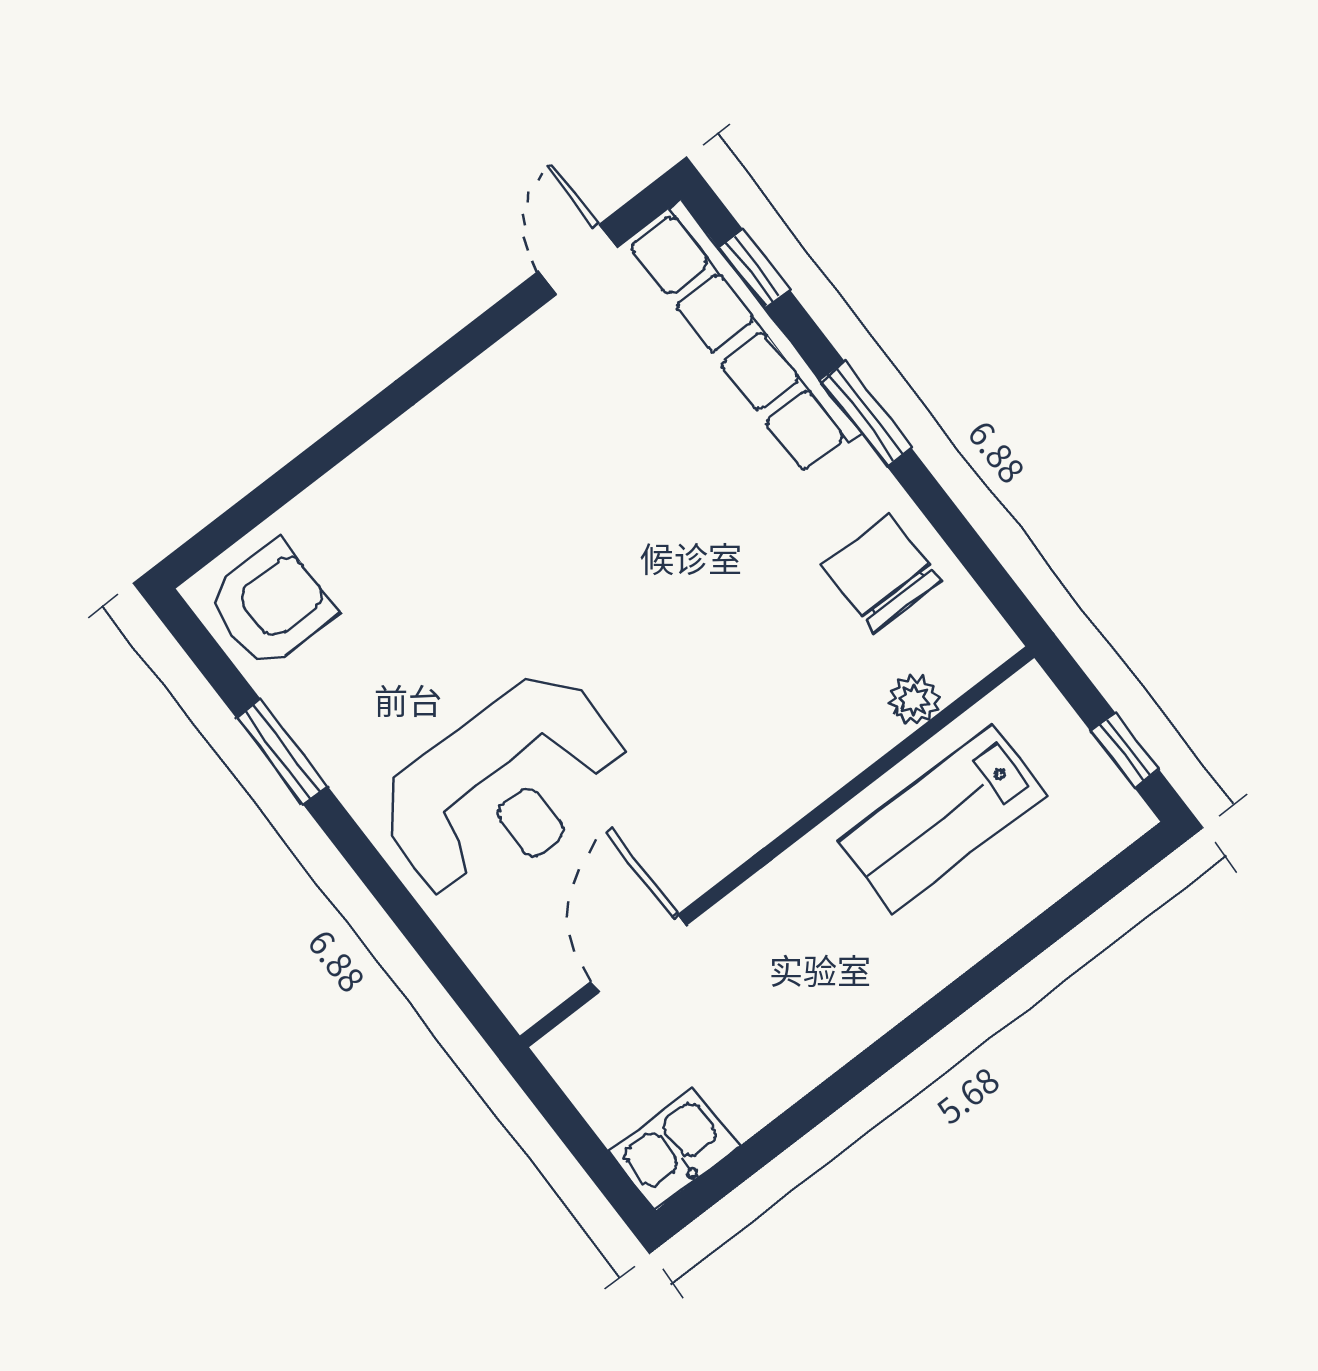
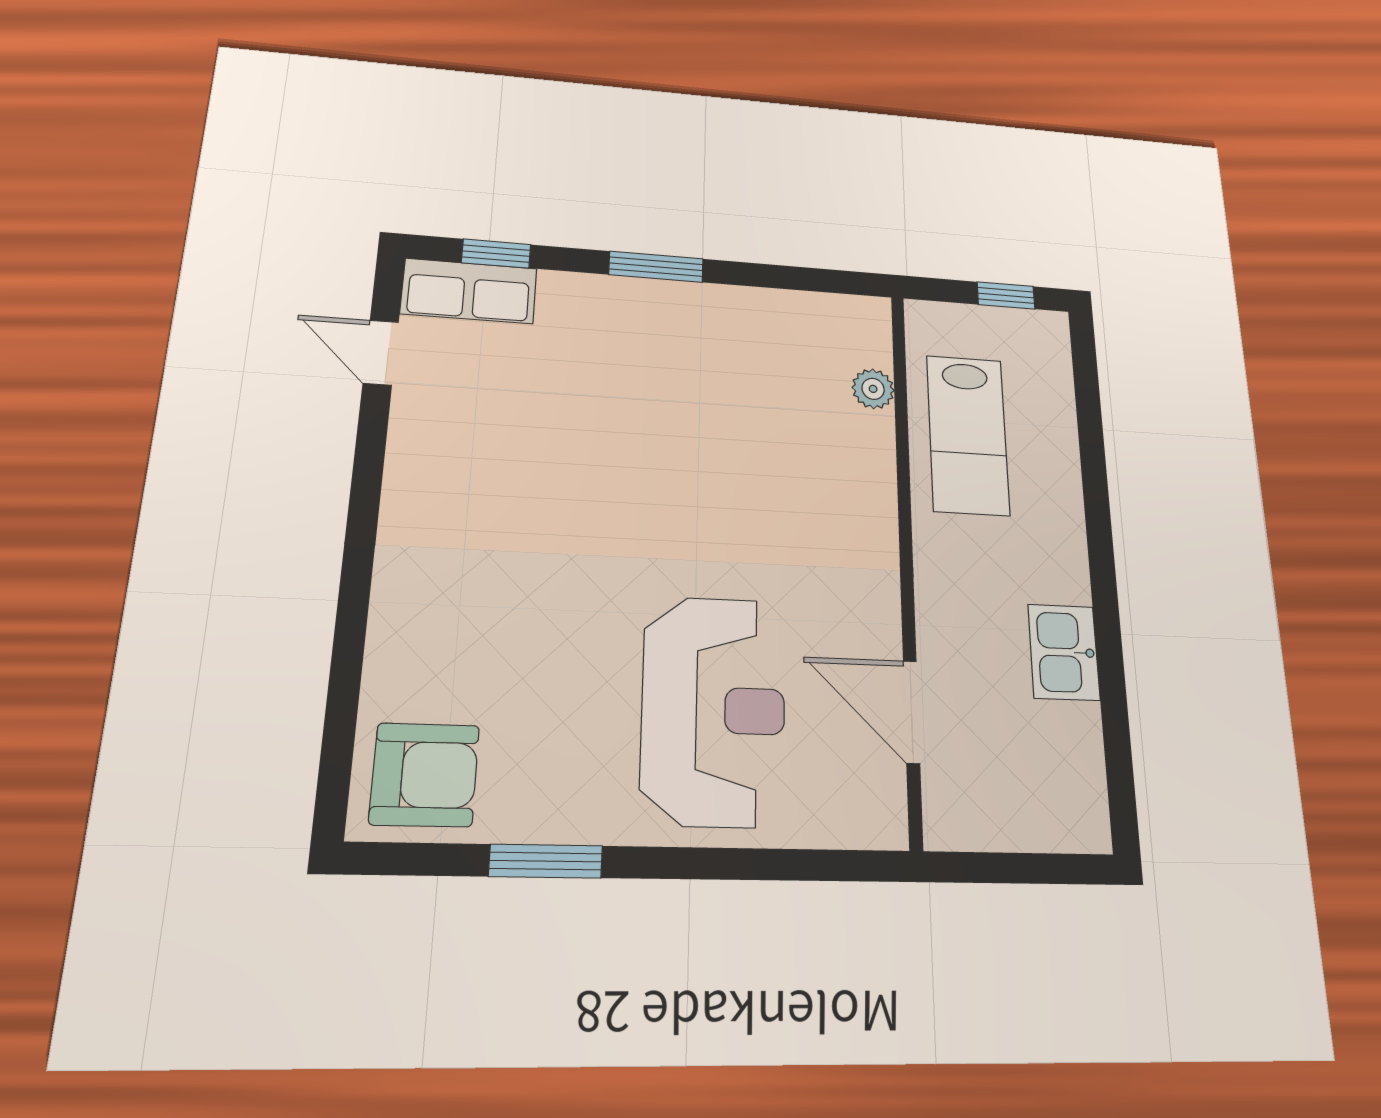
row of seats: (743, 338) -> (469, 291), width x0.50
chair: (882, 573) -> (770, 341), removed
armchair: (271, 605) -> (425, 775), turned 90
kitchen sink: (673, 1149) -> (1064, 652), moved

